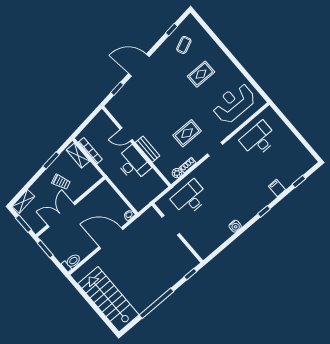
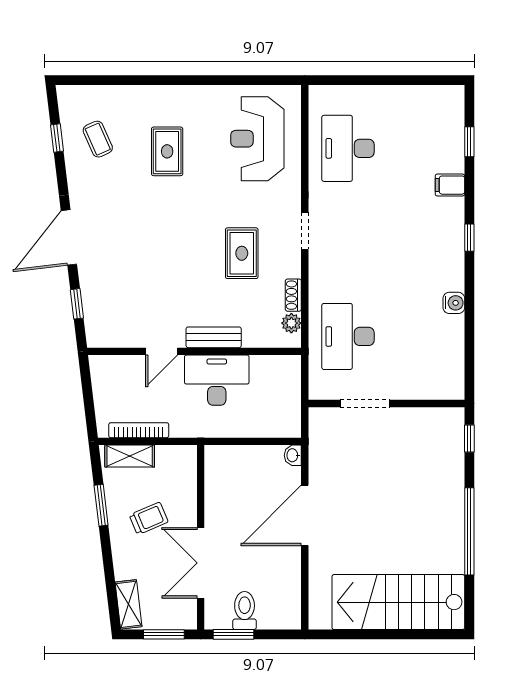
toilet: (71, 262) -> (245, 611), moved

